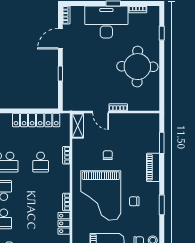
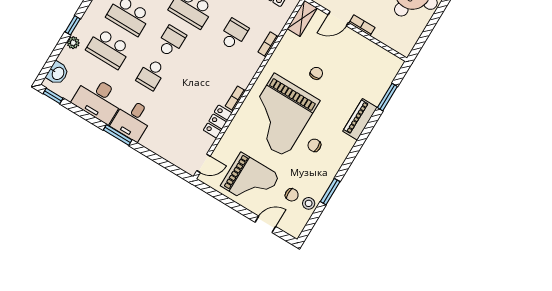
door: (101, 112) -> (338, 19), hinge flipped
school desk: (41, 162) -> (234, 34), turned 180
window: (162, 205) -> (330, 192), moved

